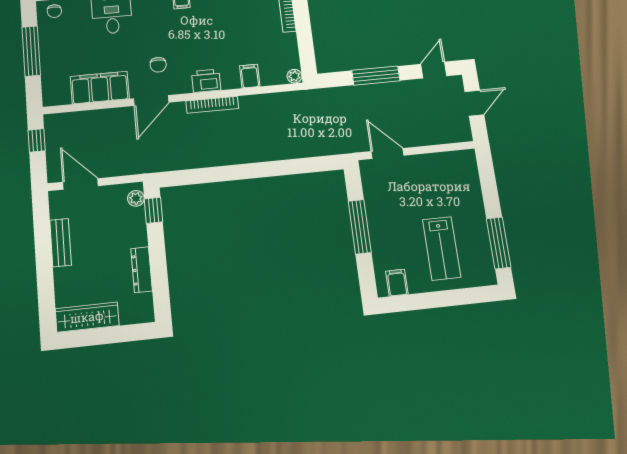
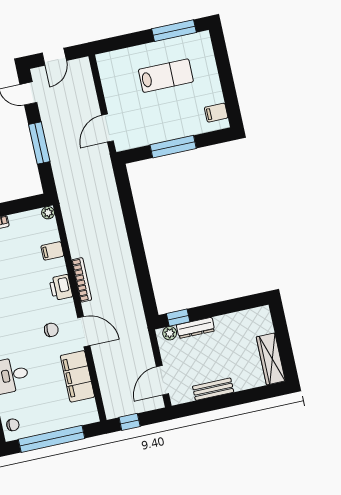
window: (31, 51) -> (52, 439), width x1.46
door: (474, 103) -> (54, 57), swing flipped
lab bench: (442, 248) -> (166, 76), moved
dresser: (142, 270) -> (196, 328), moved

